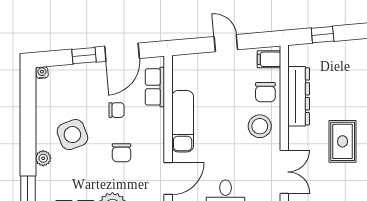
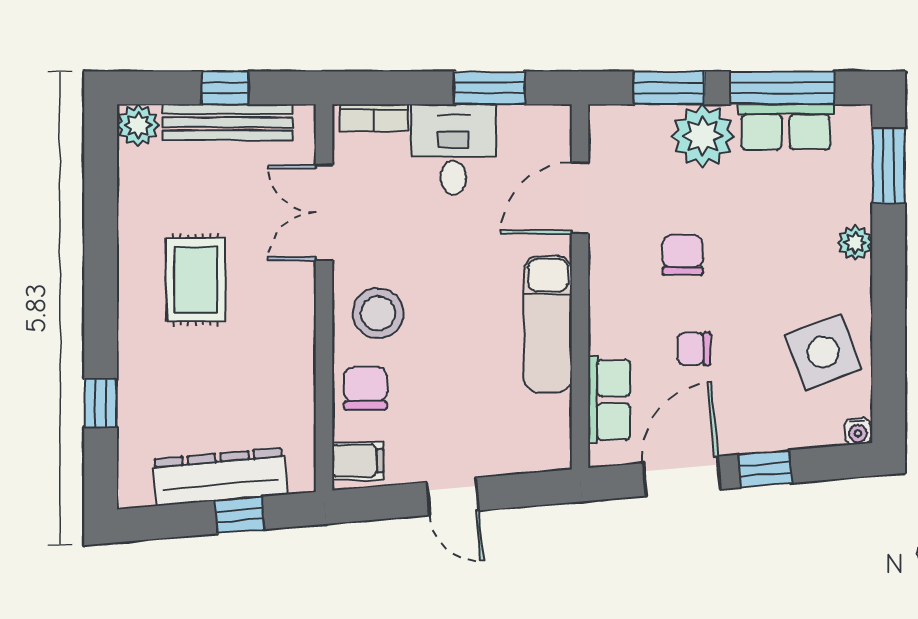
dresser: (299, 96) -> (220, 477), moved, turned 85
side table: (72, 135) -> (823, 352), moved

